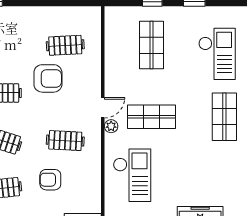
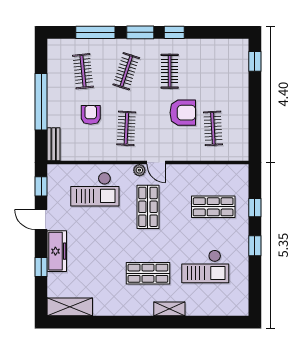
armchair: (48, 78) -> (183, 113), turned -90

